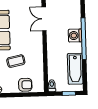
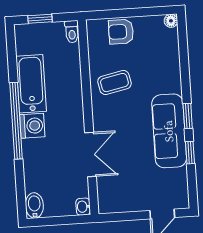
coffee table: (16, 61) -> (114, 83), moved
bathtub: (75, 69) -> (31, 84), moved

